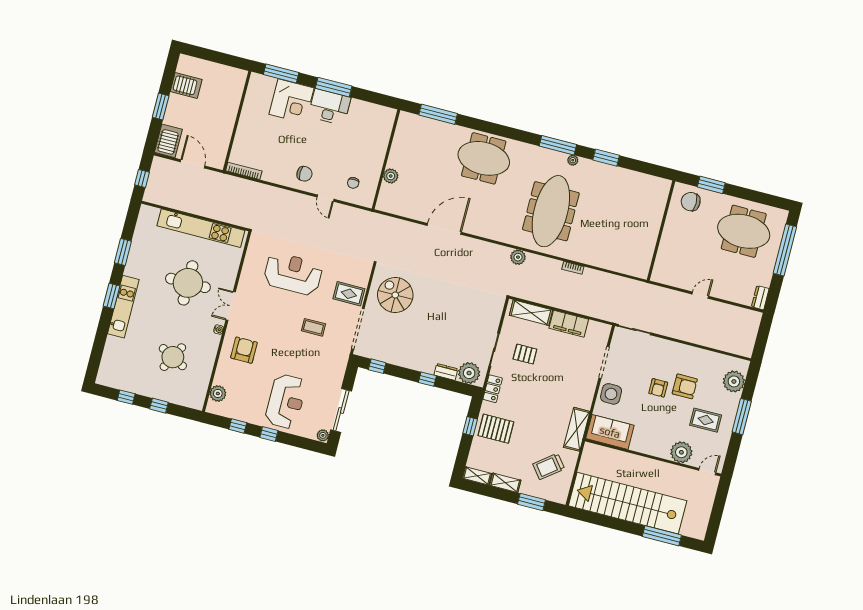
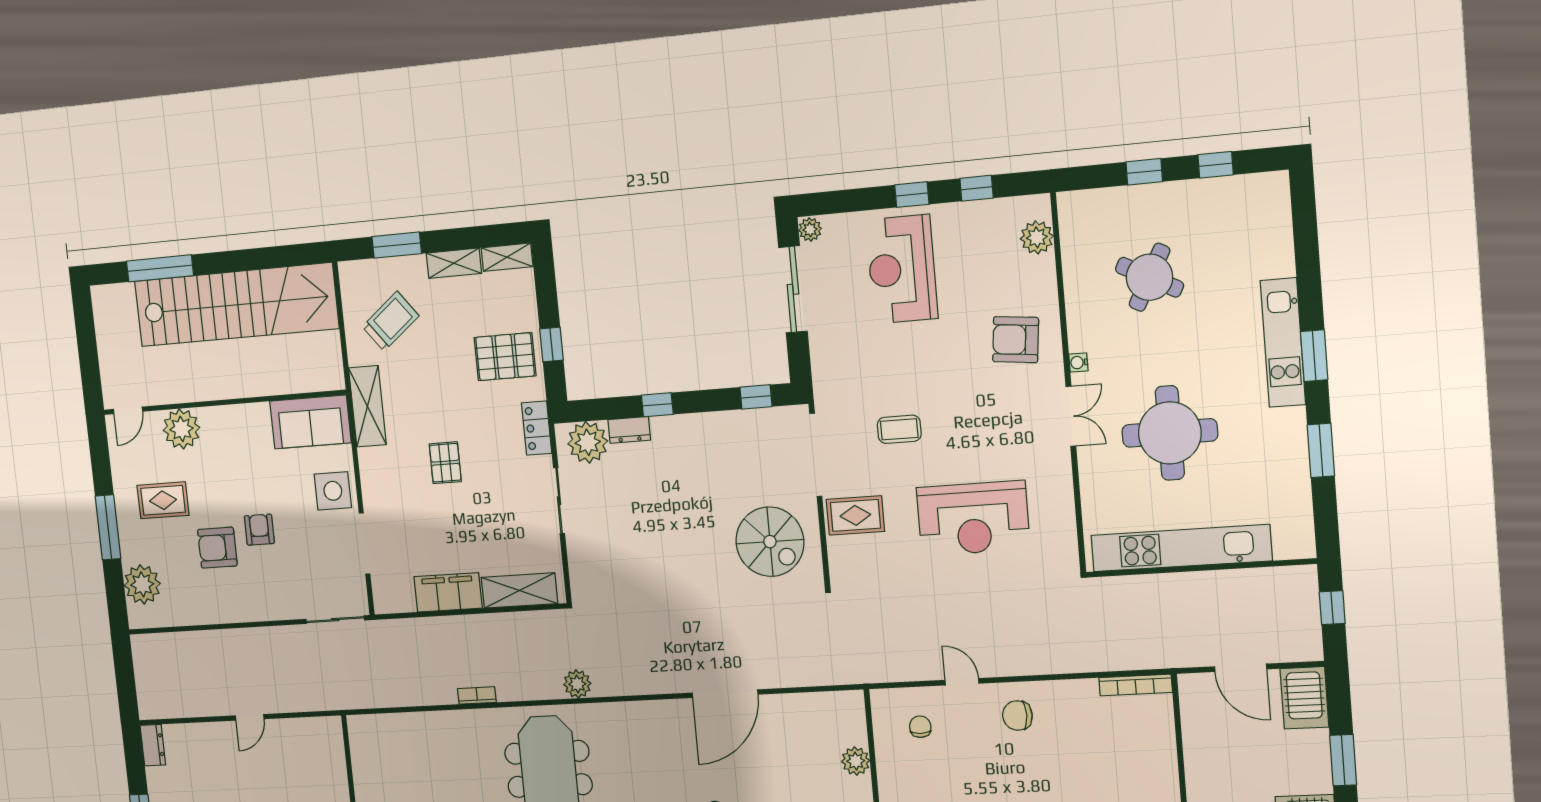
armchair: (244, 350) -> (1016, 340), turned 96
pallet: (525, 354) -> (445, 463), moved, turned 90

